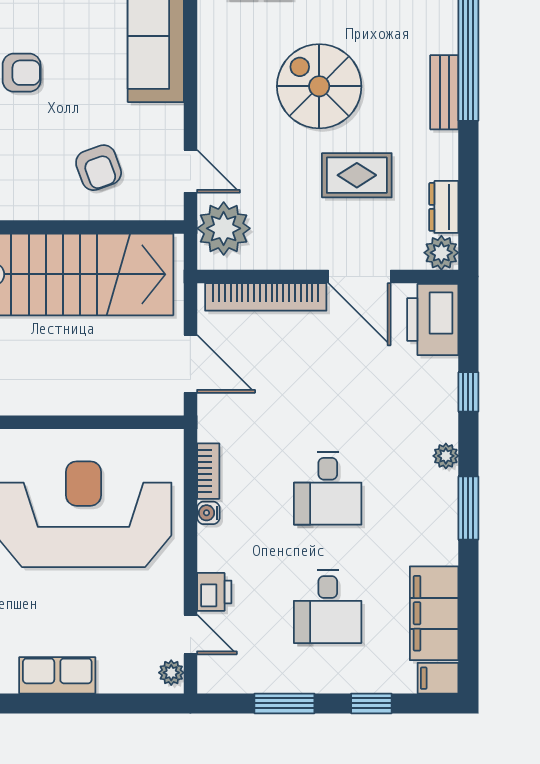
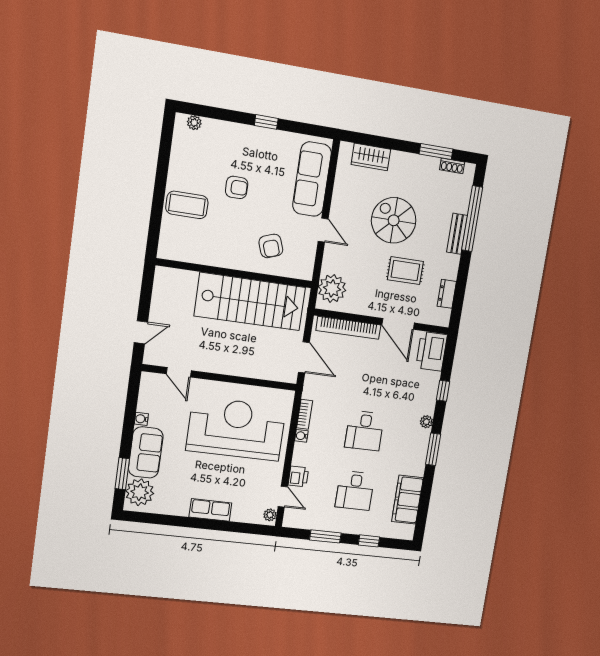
door: (190, 171) -> (323, 230), moved
plant: (441, 253) -> (442, 317), removed
filing cabinet: (438, 678) -> (404, 532), removed

